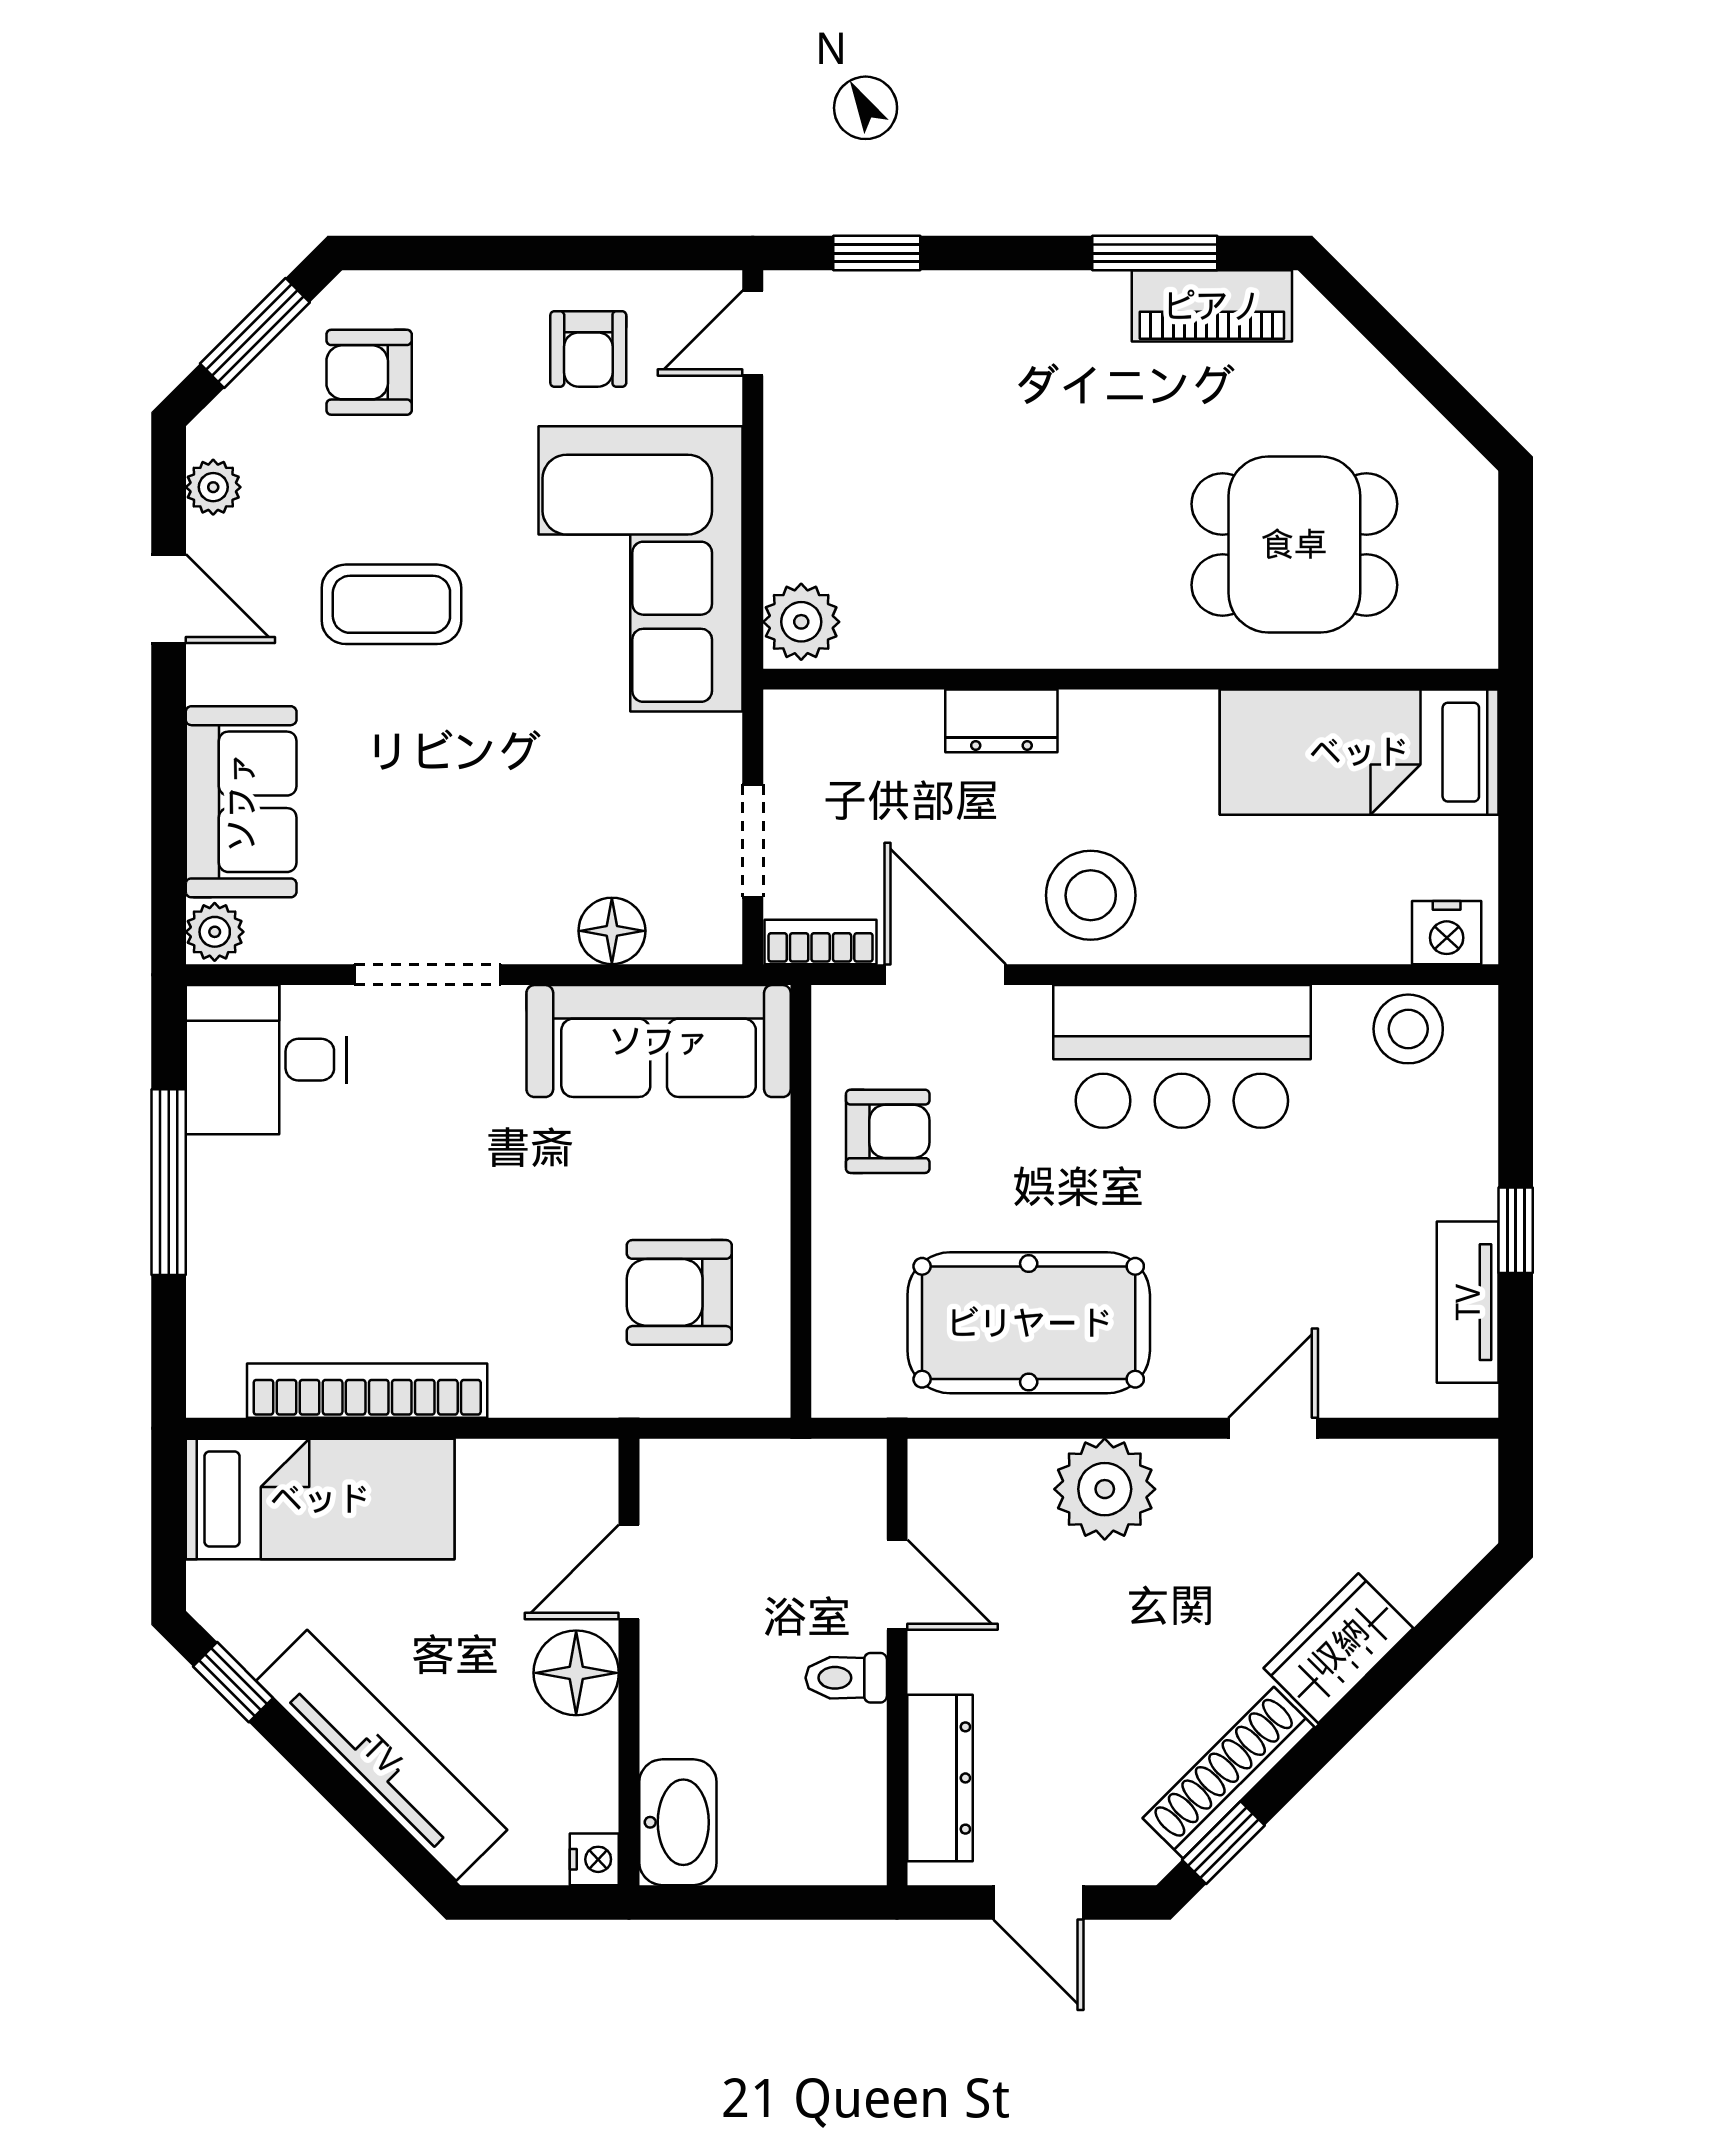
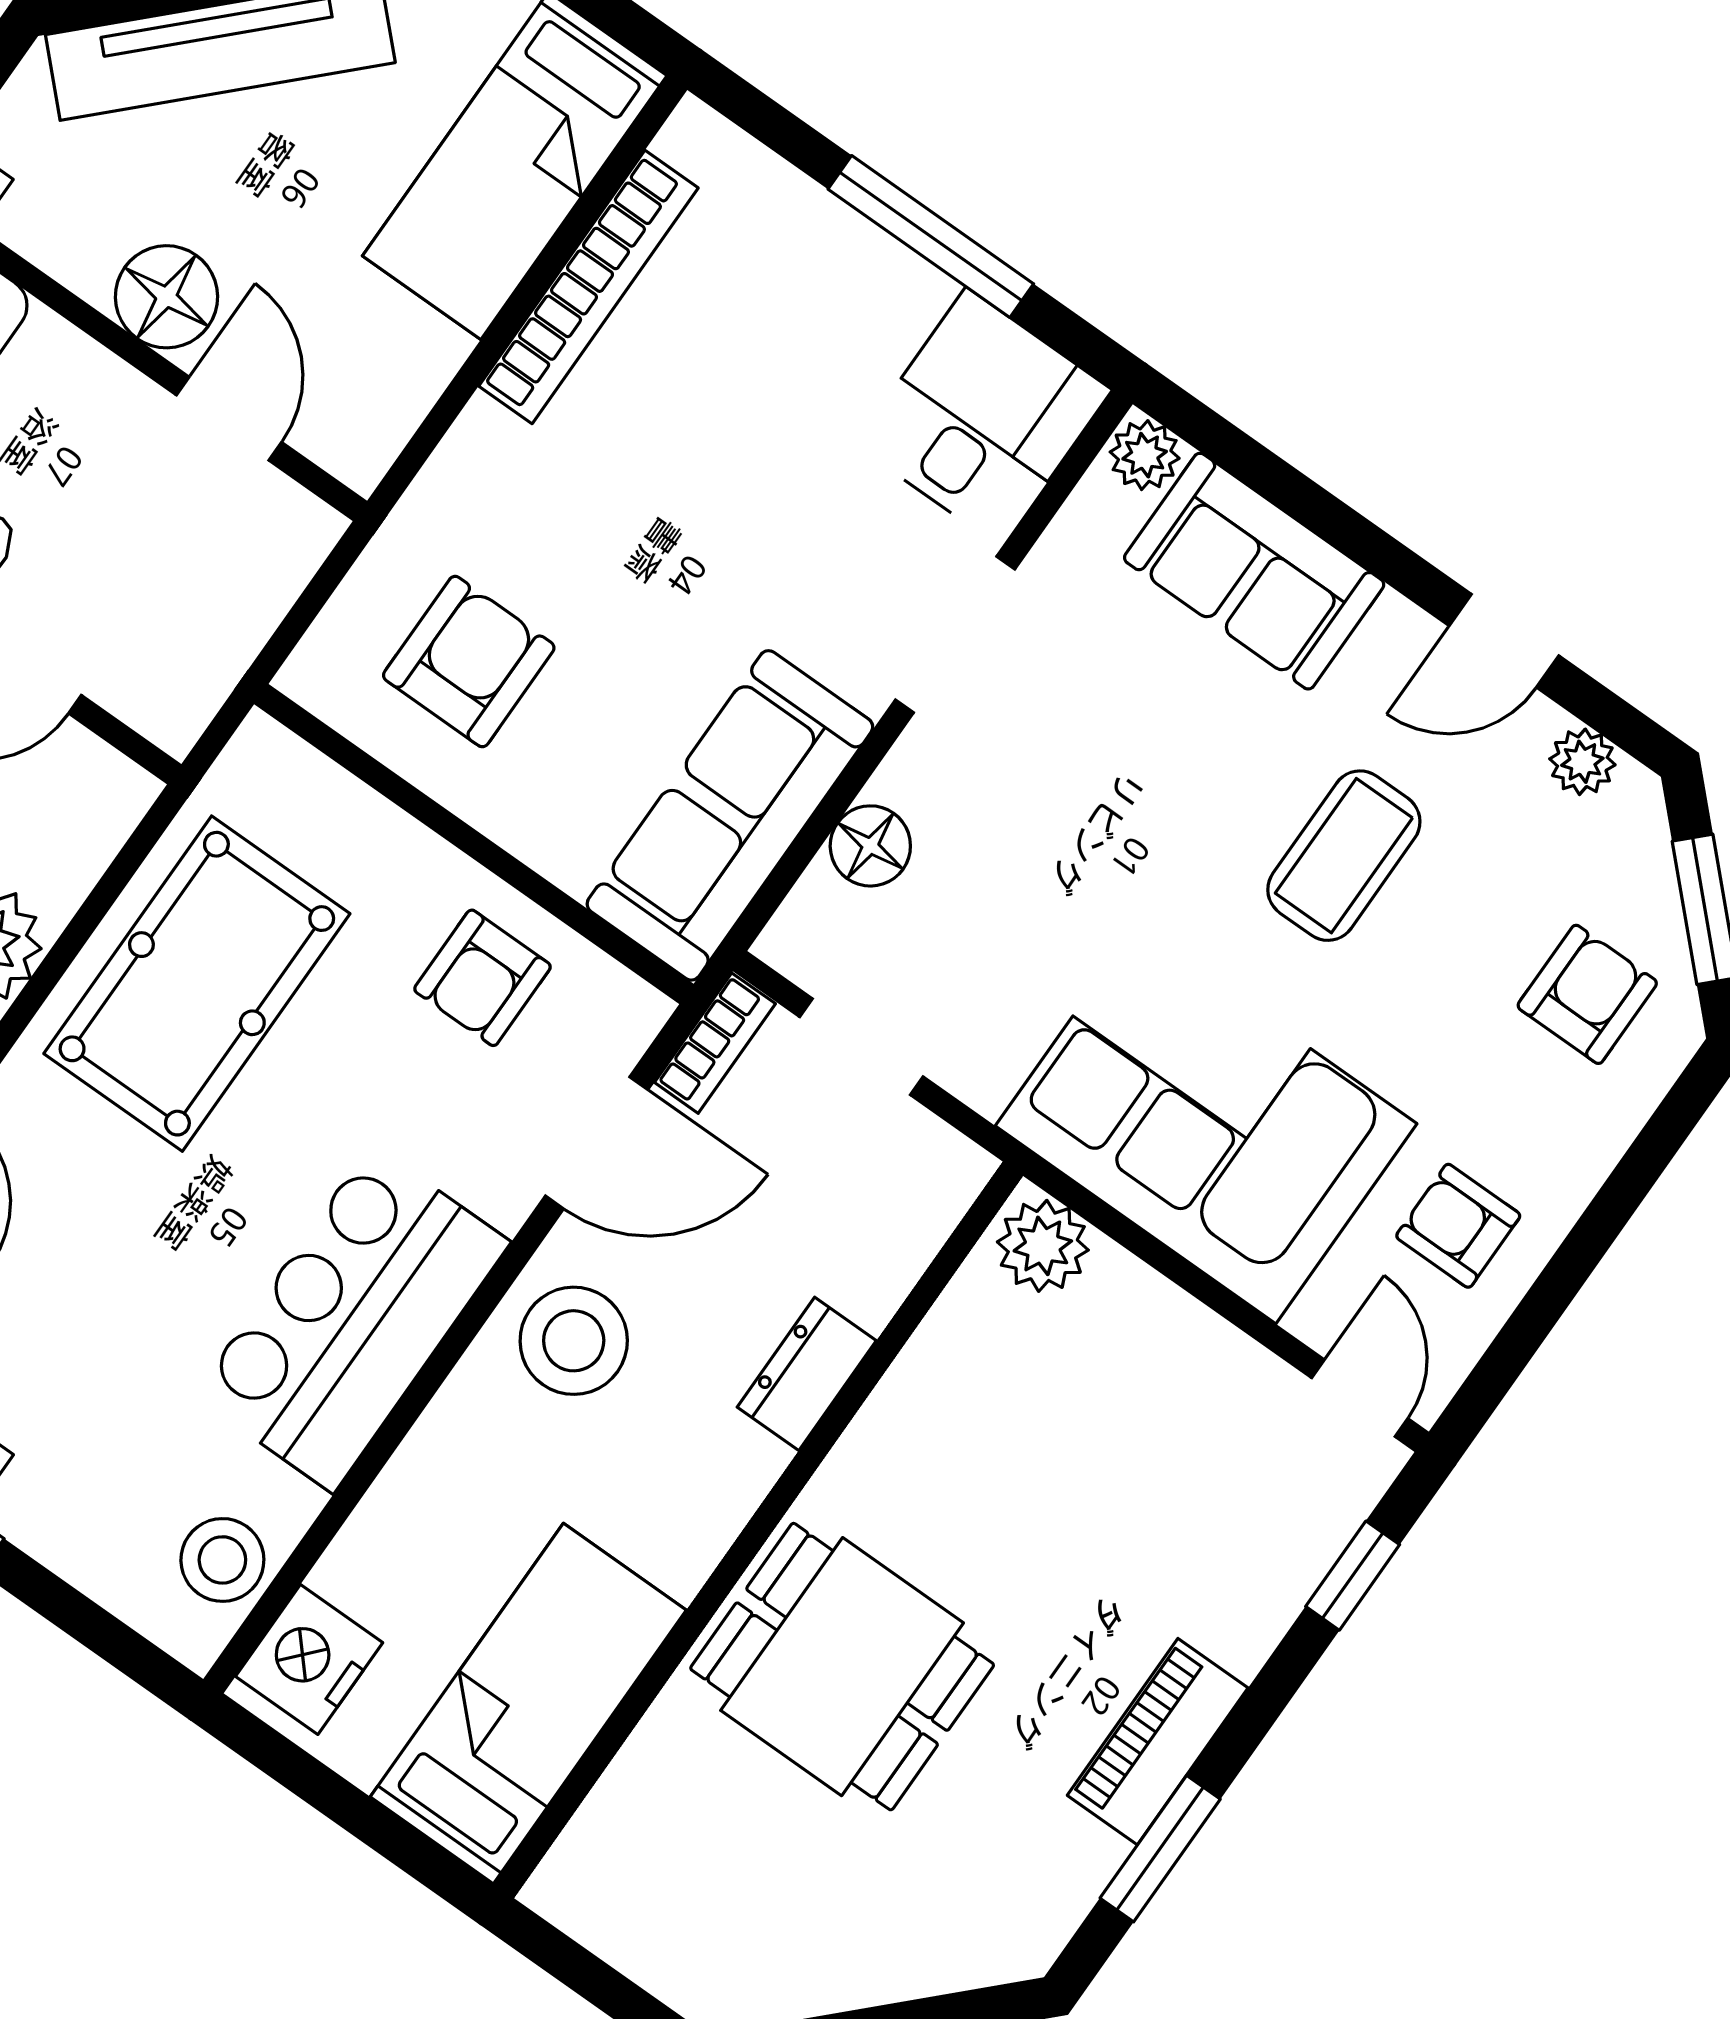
piano: (1212, 306) -> (1158, 1742), moved
dining table: (1294, 544) -> (842, 1667), moved, turned 90
nightstand: (1447, 933) -> (309, 1659), width x1.36, depth x1.33

